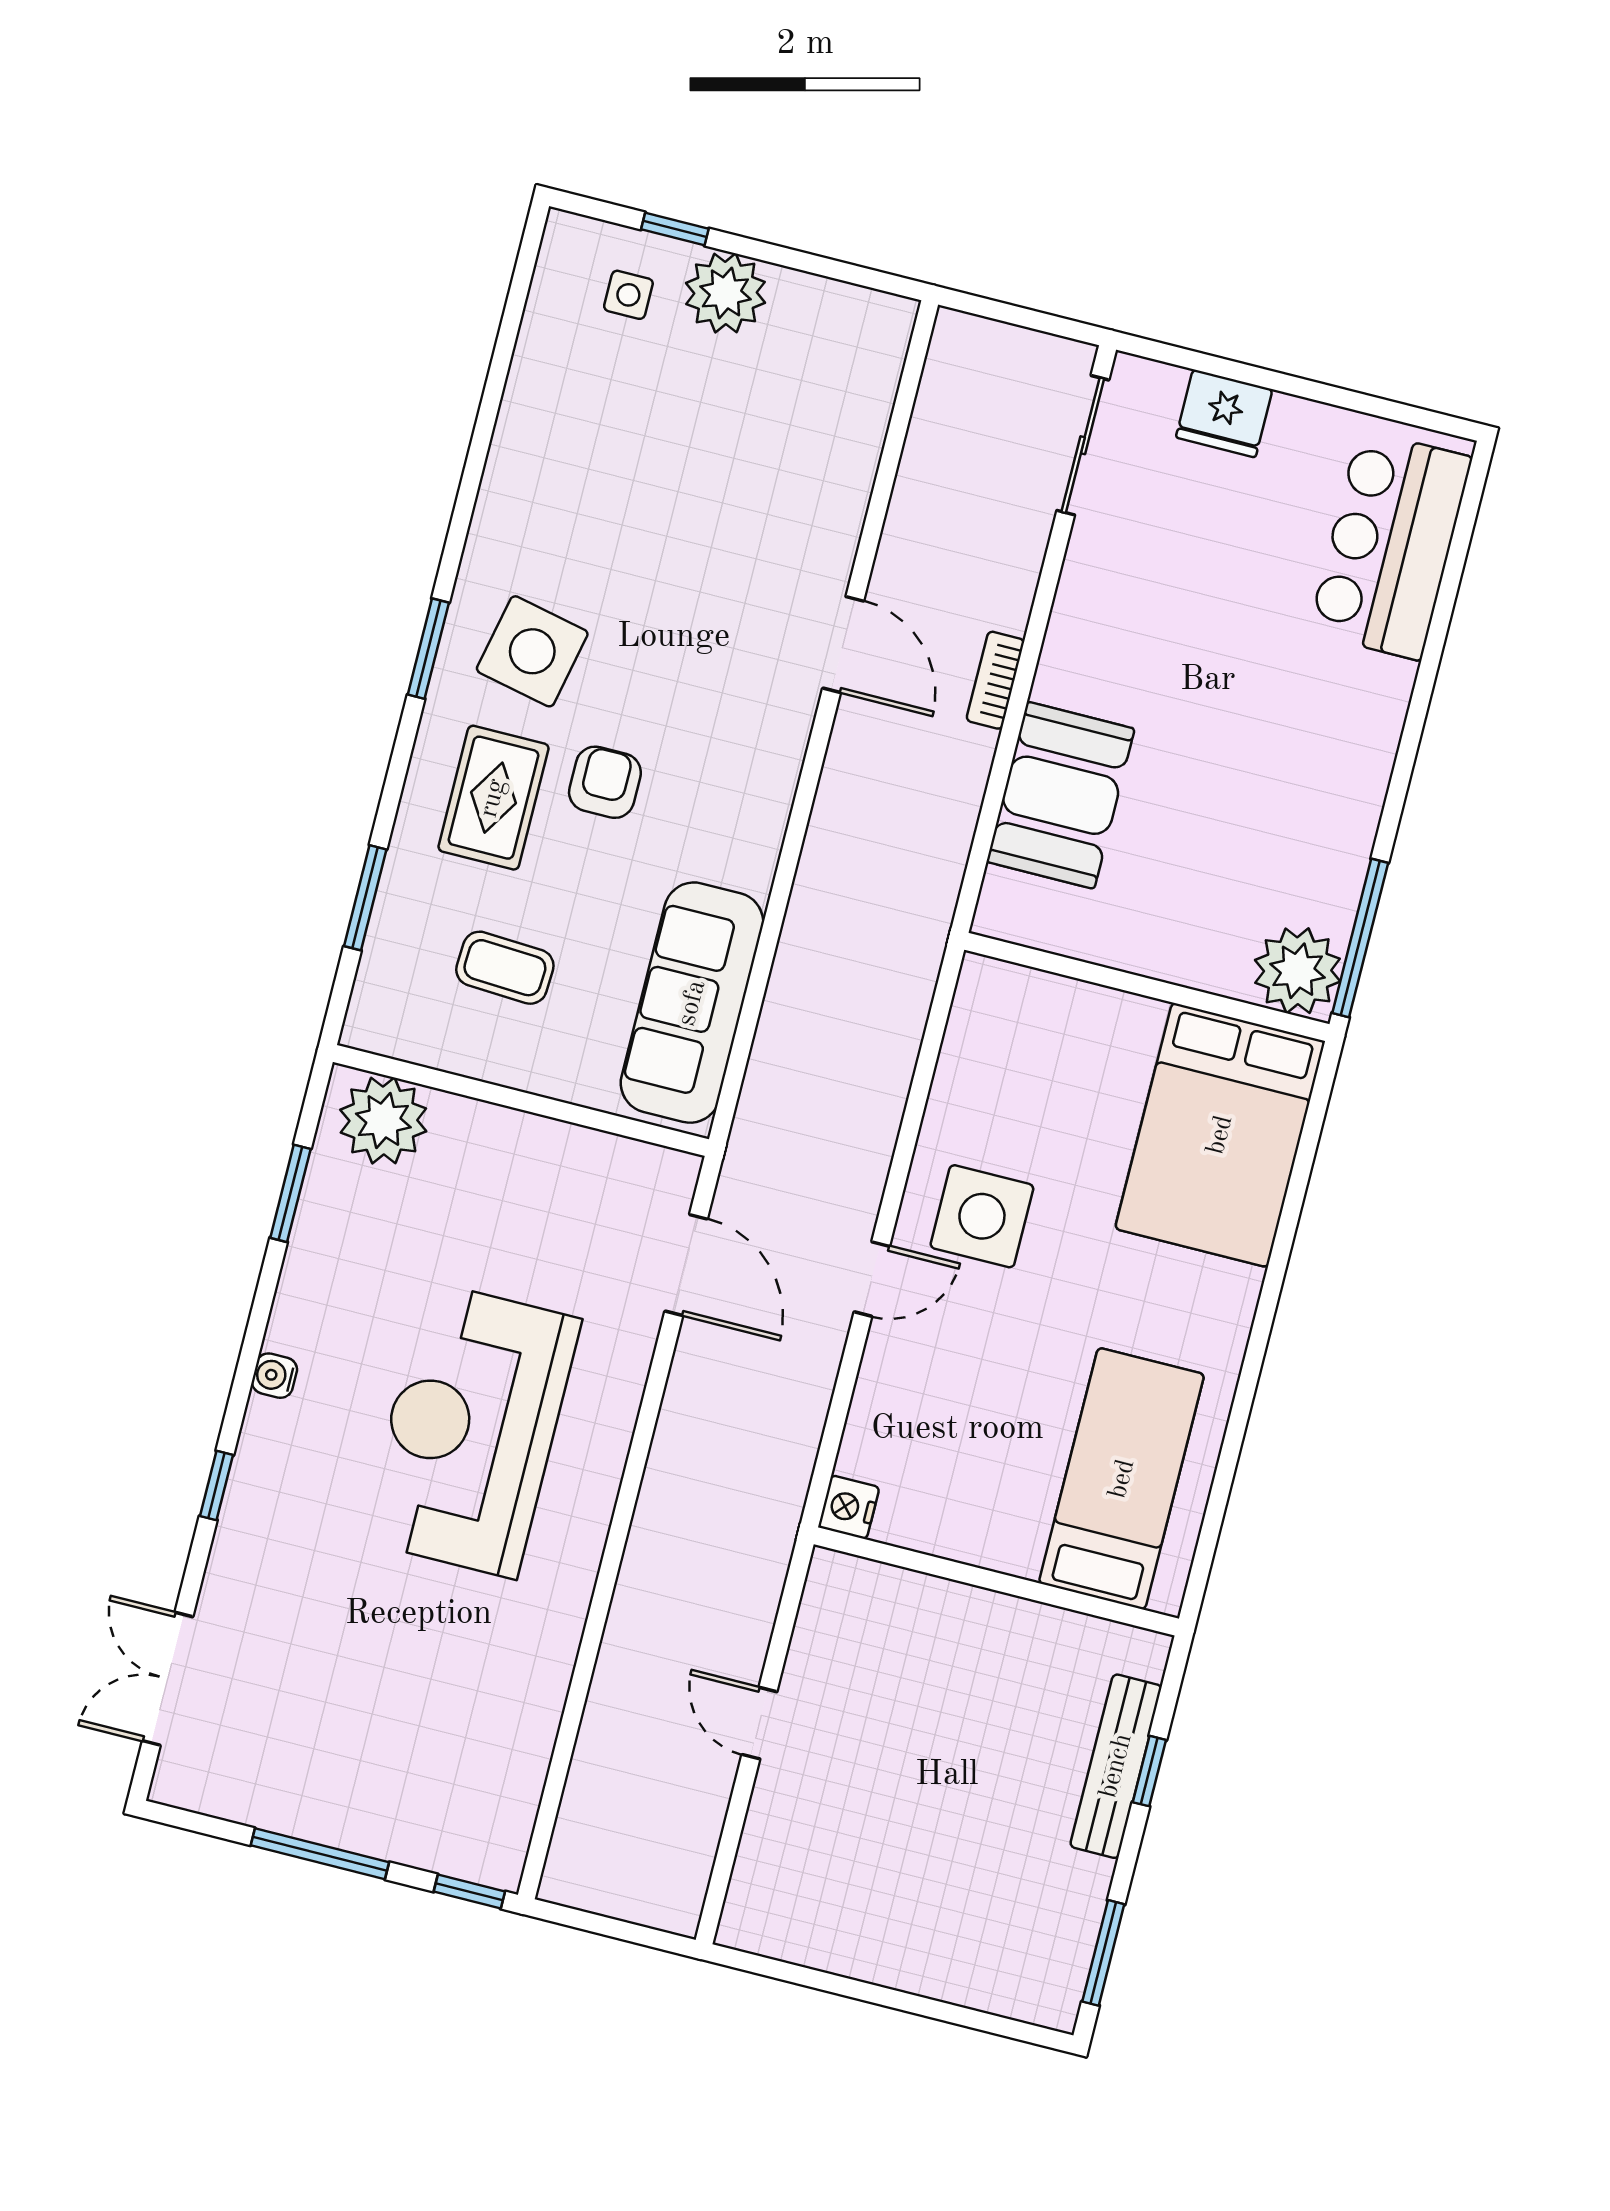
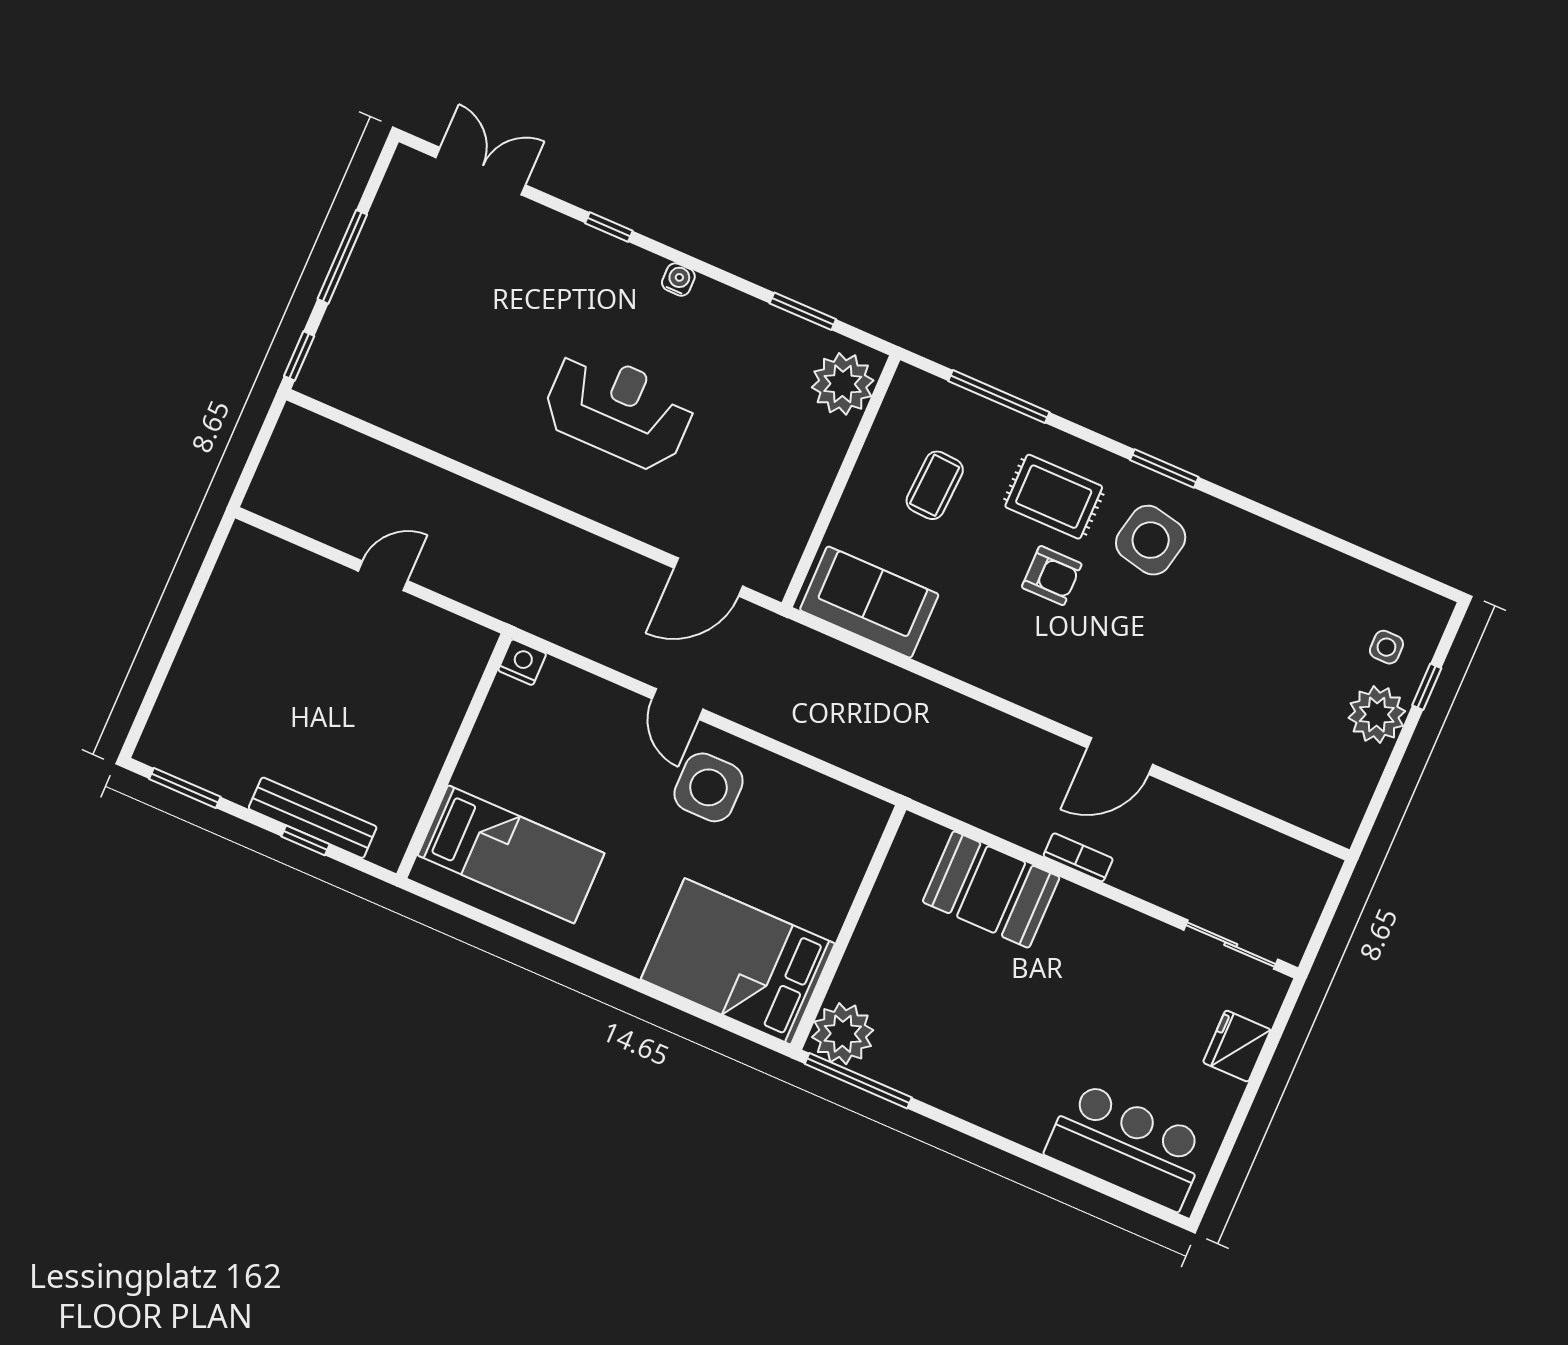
window: (365, 898) -> (999, 397), width x1.44
sofa: (692, 1003) -> (869, 602), width x0.73
reception desk: (471, 1430) -> (619, 409), width x0.74, depth x0.77

